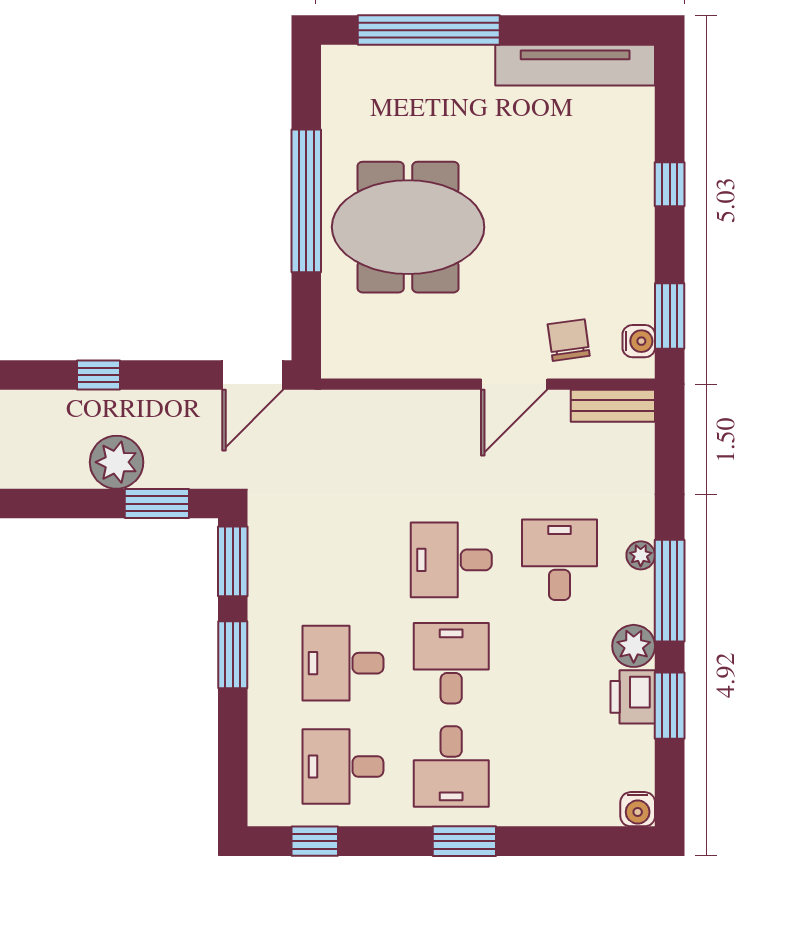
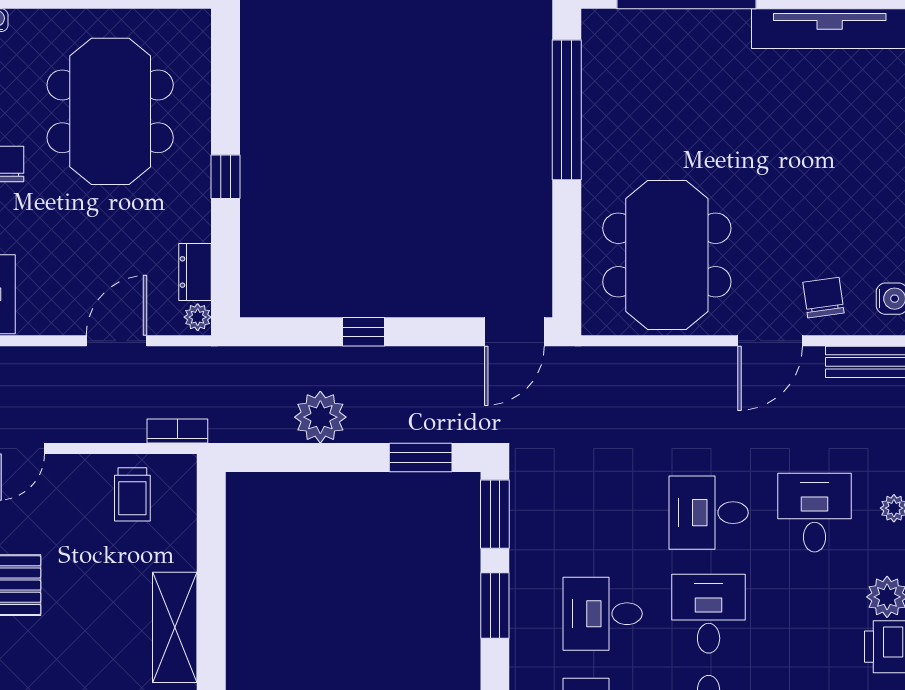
window: (306, 201) -> (567, 110), moved
meeting table: (408, 227) -> (667, 255), moved, turned 90
plant: (117, 462) -> (320, 417), moved

